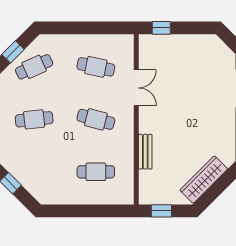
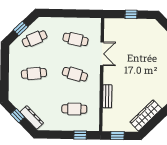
window: (161, 28) -> (131, 14), moved
dresser: (32, 186) -> (32, 117), added
window: (105, 211) -> (80, 135), added

